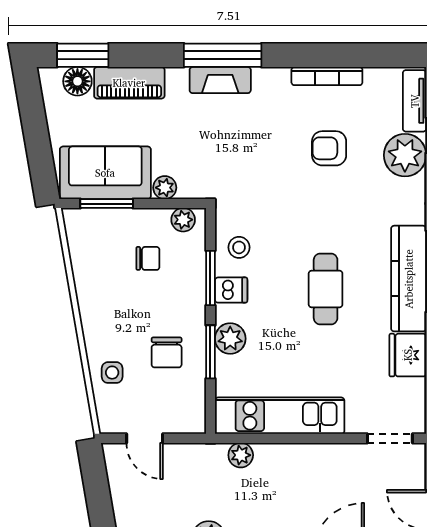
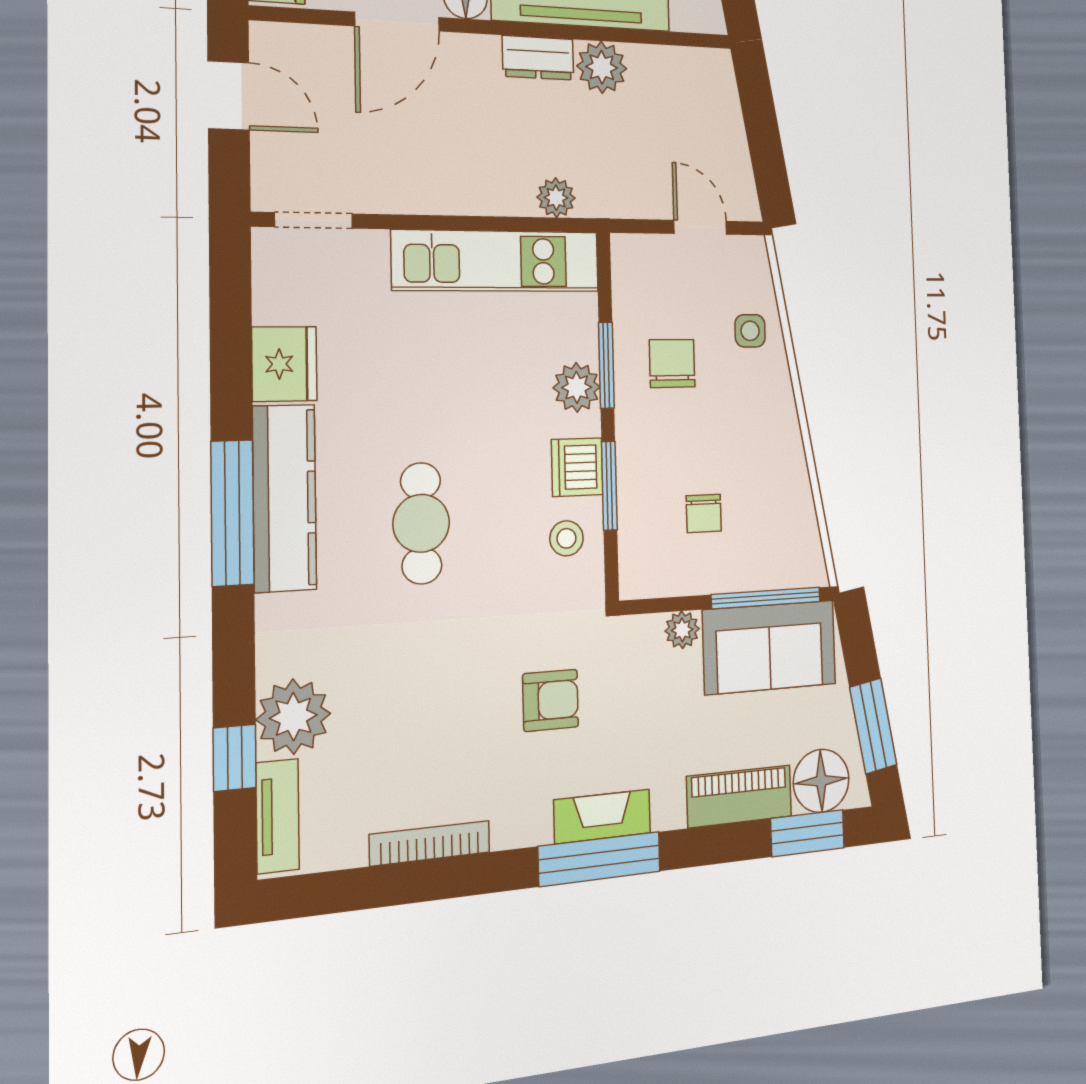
floor lamp: (77, 81) -> (821, 781), width x1.38, depth x1.38
window: (33, 117) -> (873, 726), added
armchair: (329, 148) -> (551, 700), moved
window: (107, 204) -> (766, 598), width x1.44
plant: (183, 220) -> (653, 579), removed
chair: (148, 258) -> (704, 513), turned -90
cafe table: (326, 289) -> (421, 523), moved
dishwasher: (231, 290) -> (577, 467), width x1.38

